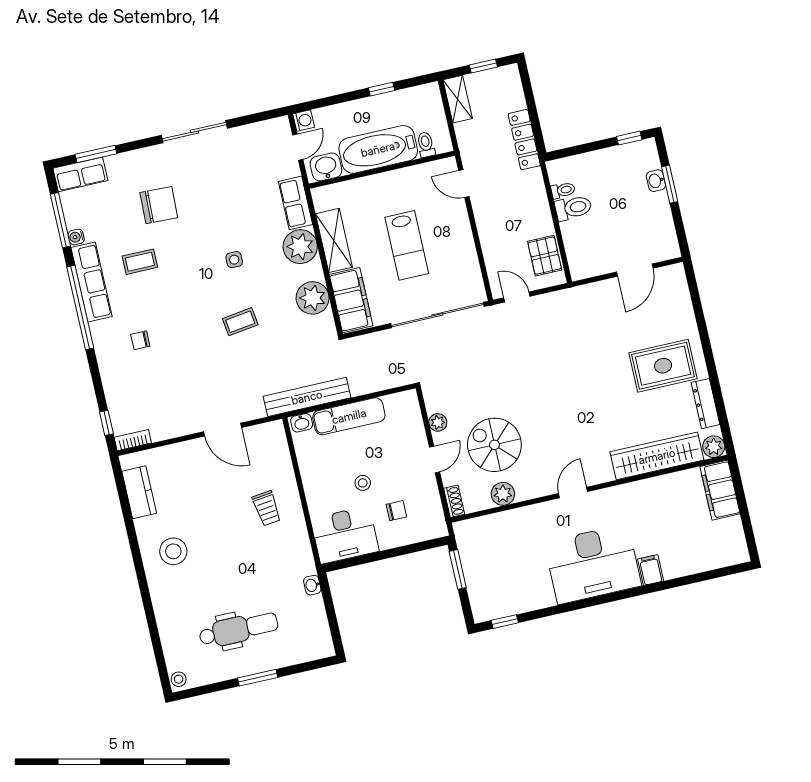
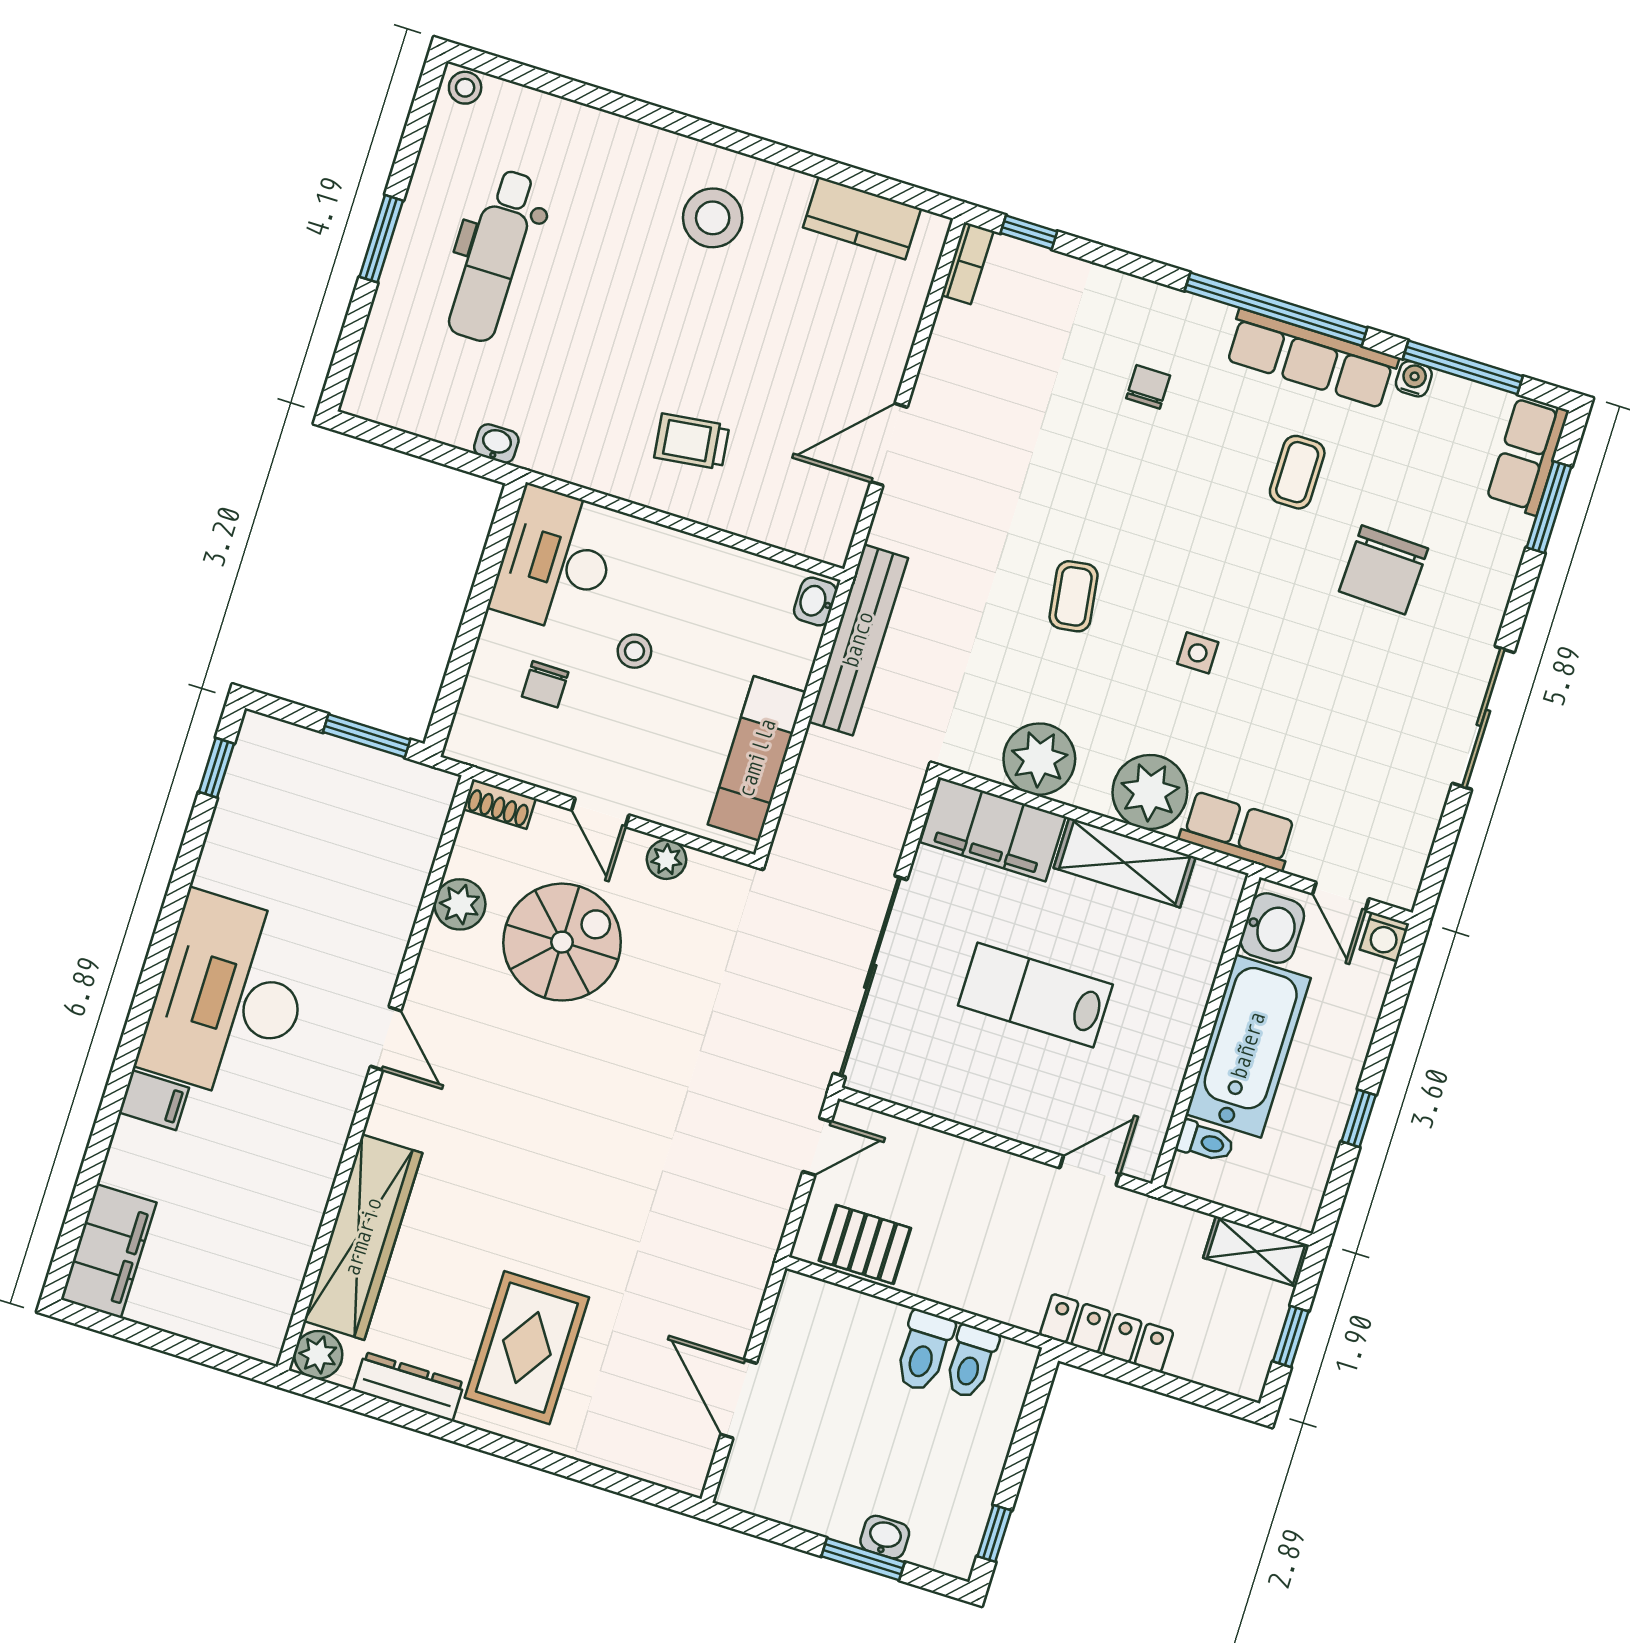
toilet: (563, 190) -> (971, 1362), width x1.37, depth x1.39
exam couch: (349, 416) -> (757, 758), moved
filing cabinet: (720, 490) -> (109, 1251), moved, turned 90

